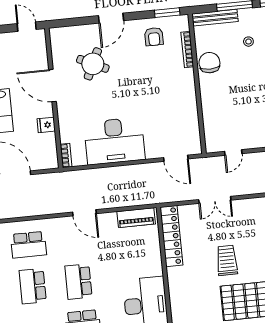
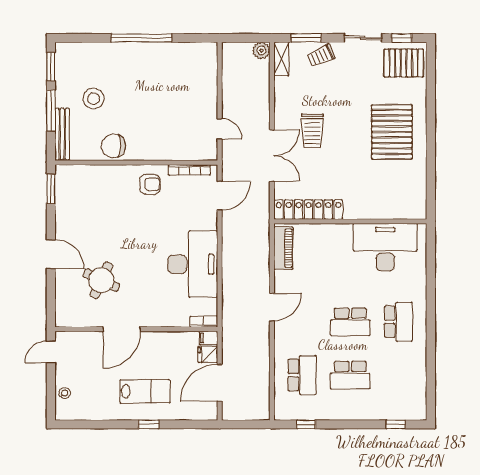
armchair: (154, 37) -> (150, 184), moved
stool: (248, 42) -> (94, 99), width x1.89, depth x1.89
bookcase: (187, 49) -> (189, 170), moved
fridge: (46, 125) -> (208, 354), moved, turned 90
filing cabinet: (52, 161) -> (208, 338), added
double door: (215, 200) -> (272, 156), width x1.37
trolley: (227, 260) -> (312, 131), moved, turned -90

